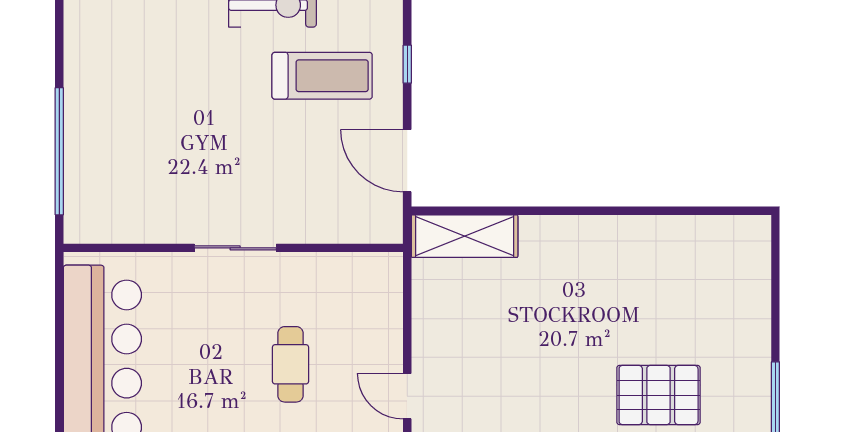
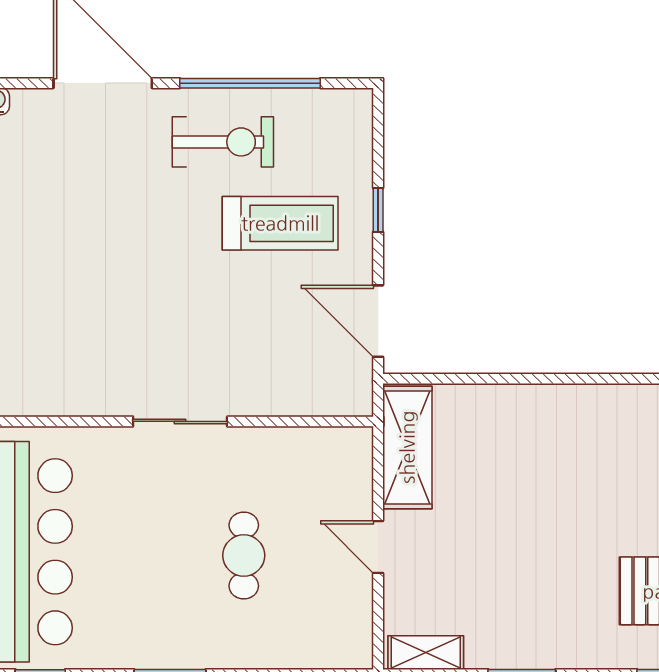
shelving: (465, 236) -> (407, 447), moved, turned 90
door: (407, 396) -> (378, 547), moved

